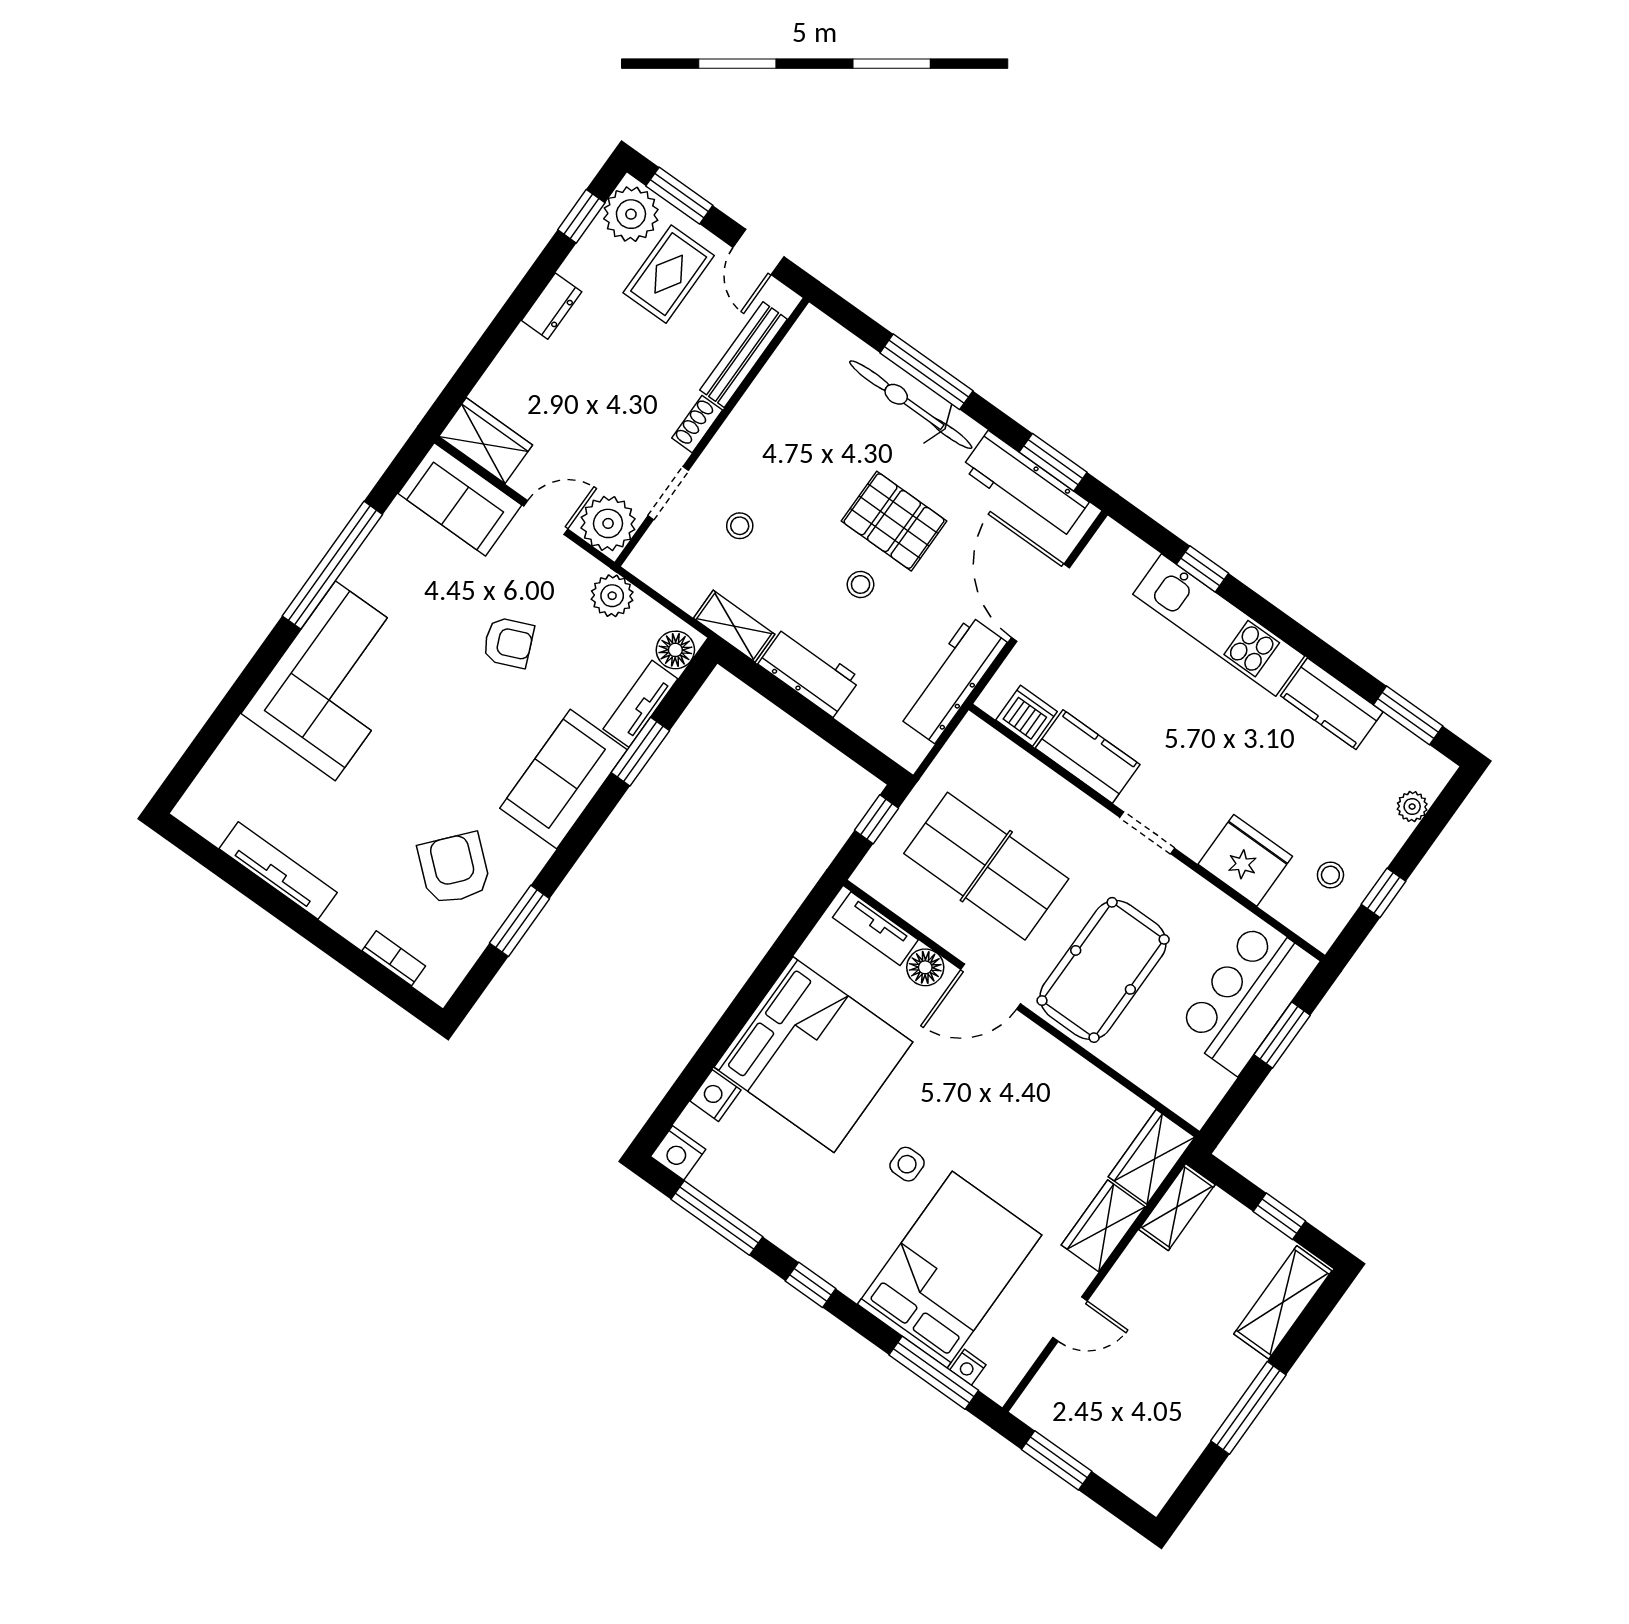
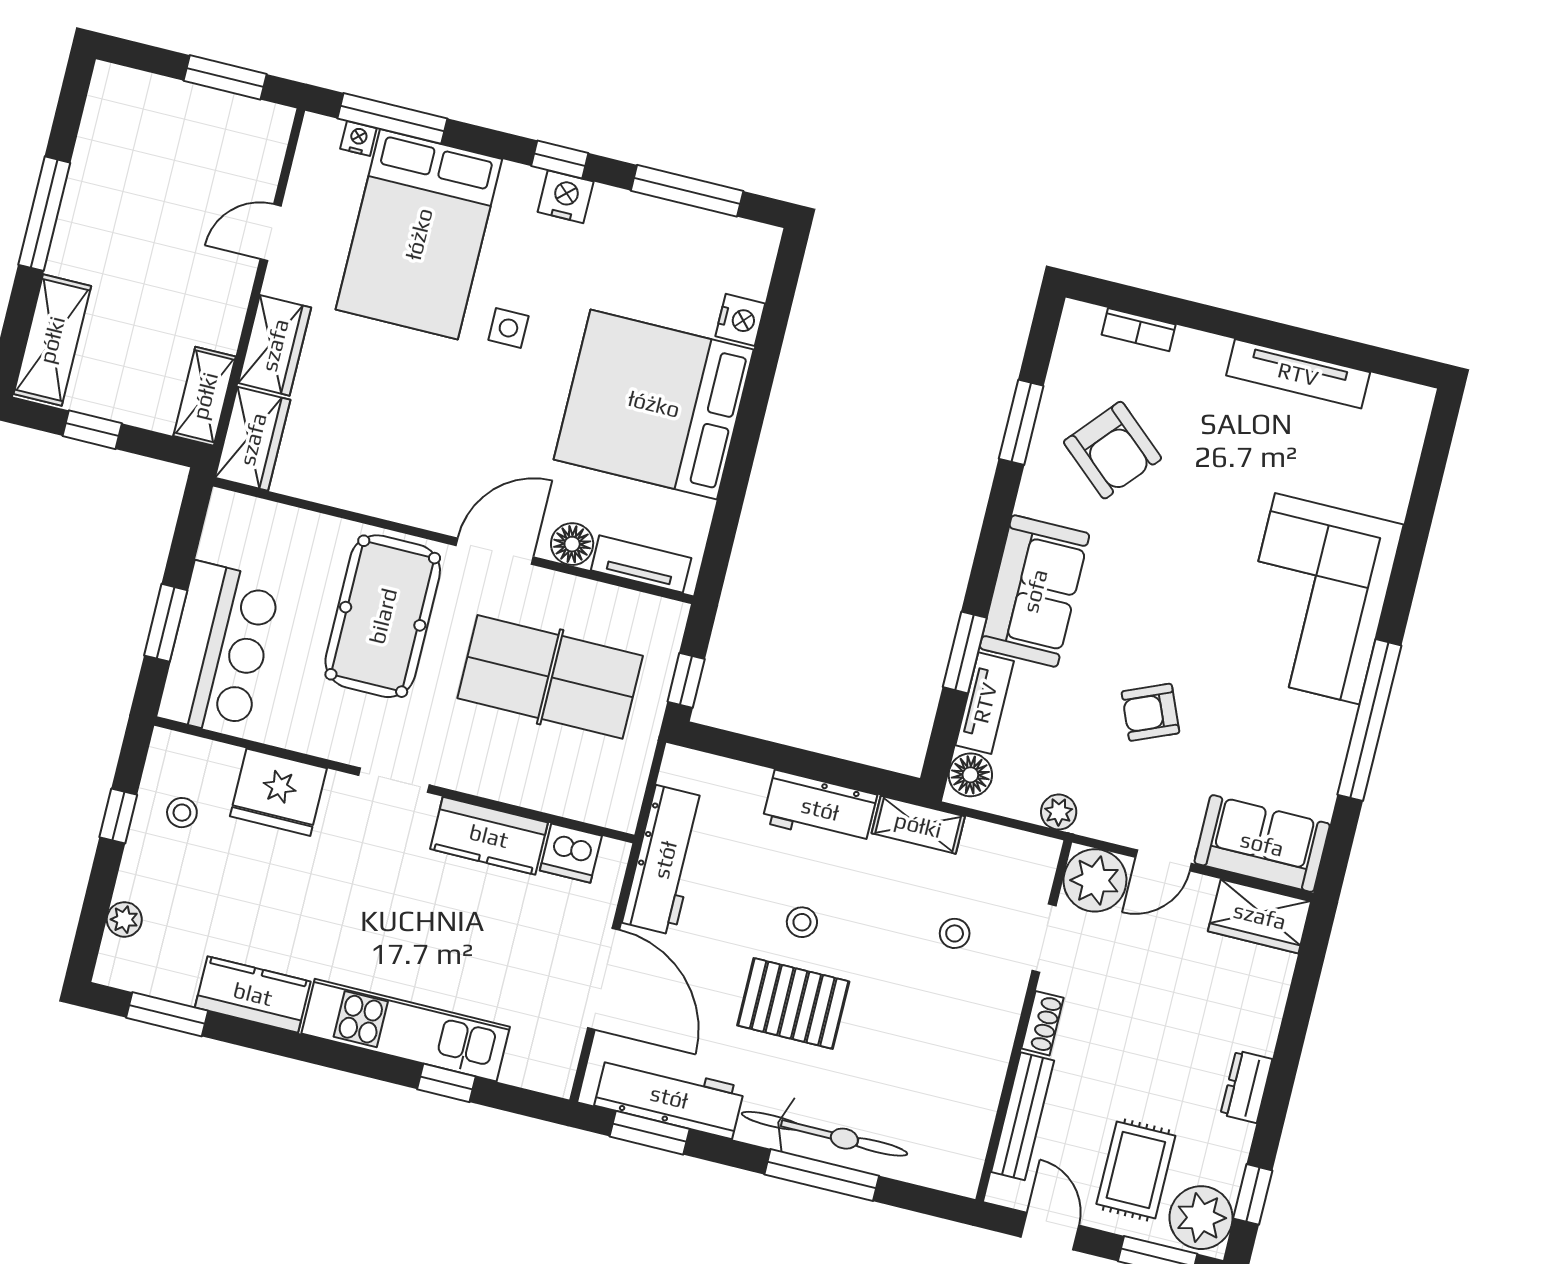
plant: (612, 596) -> (1059, 812), width x0.73, depth x0.73
nightstand: (678, 1153) -> (566, 197), moved

